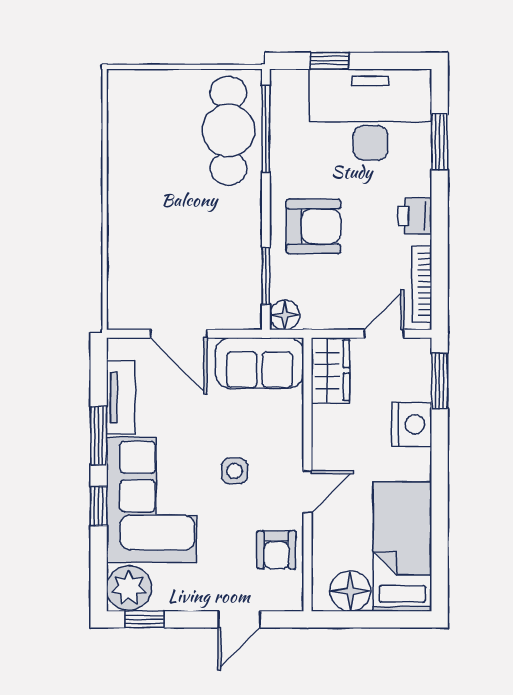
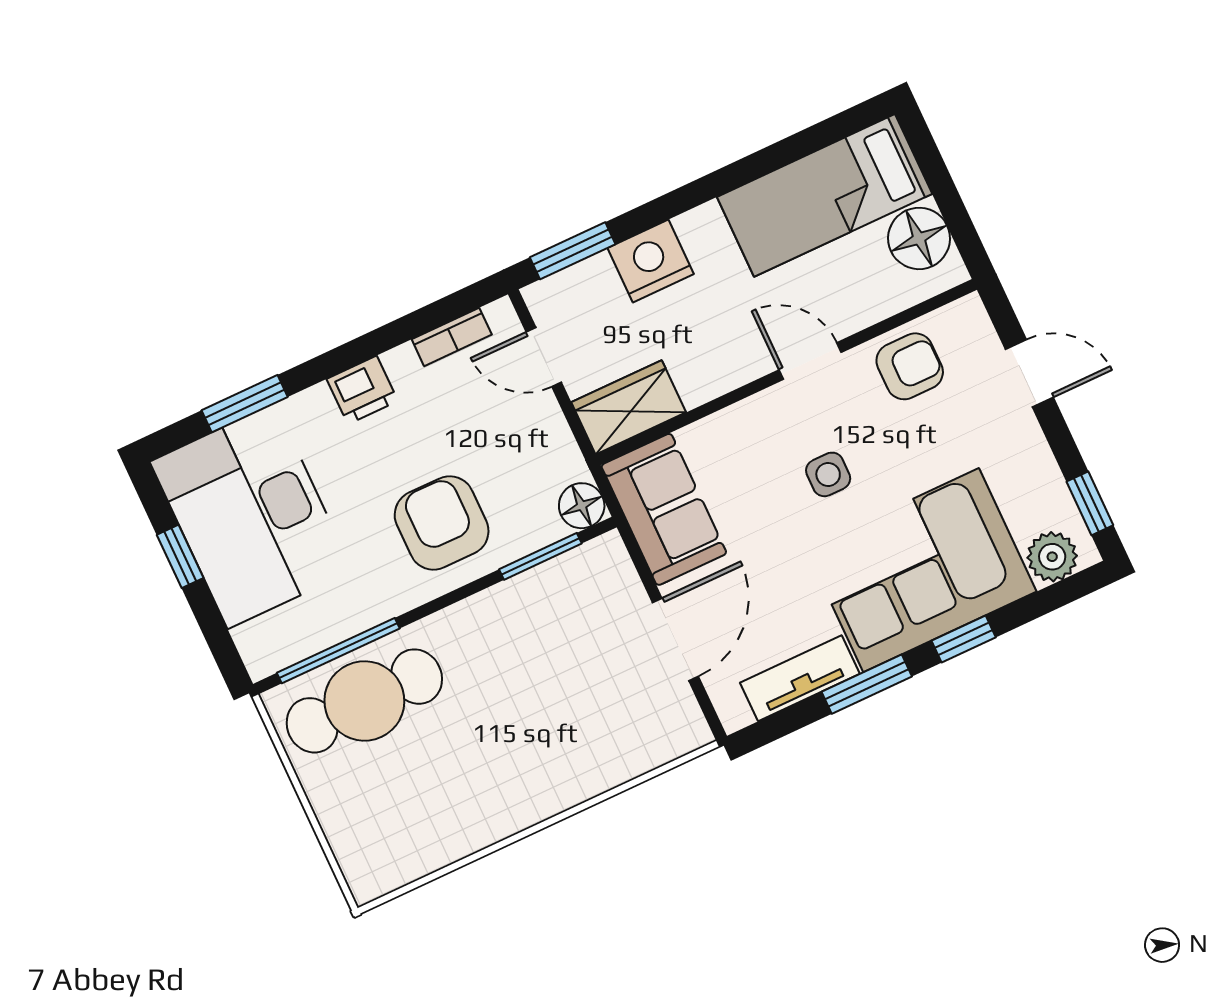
window: (330, 61) -> (180, 556), moved
bookcase: (422, 284) -> (452, 337), width x0.64
plant: (129, 588) -> (1052, 557), width x0.73, depth x0.73

